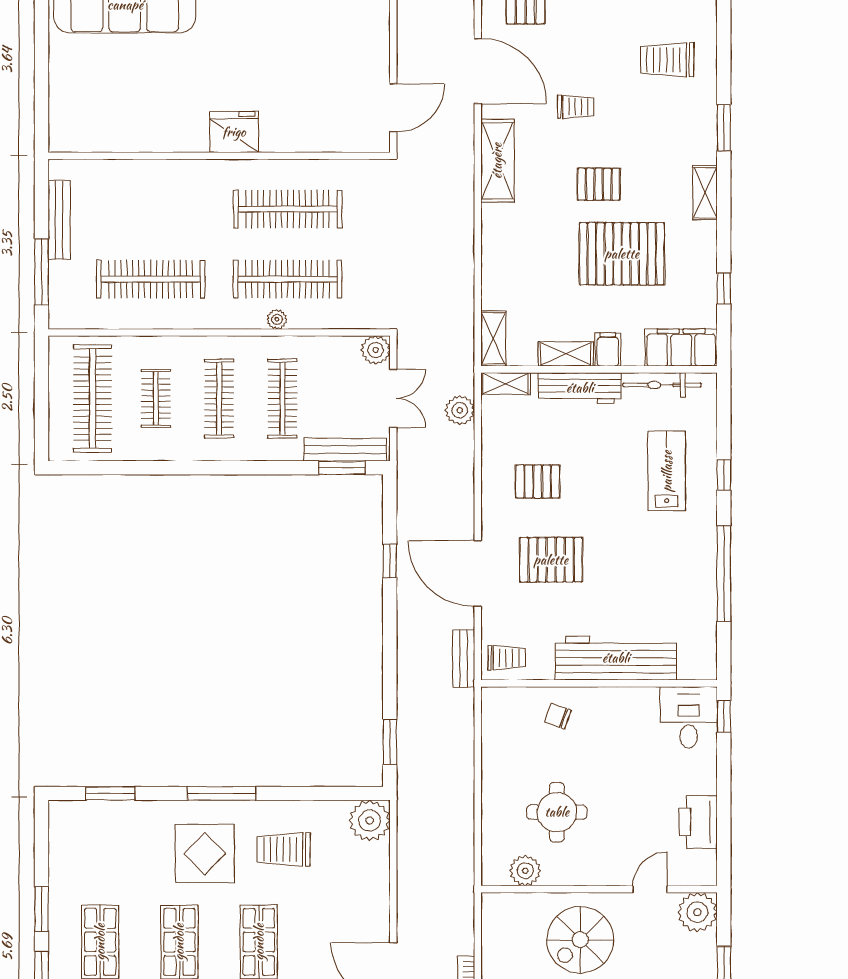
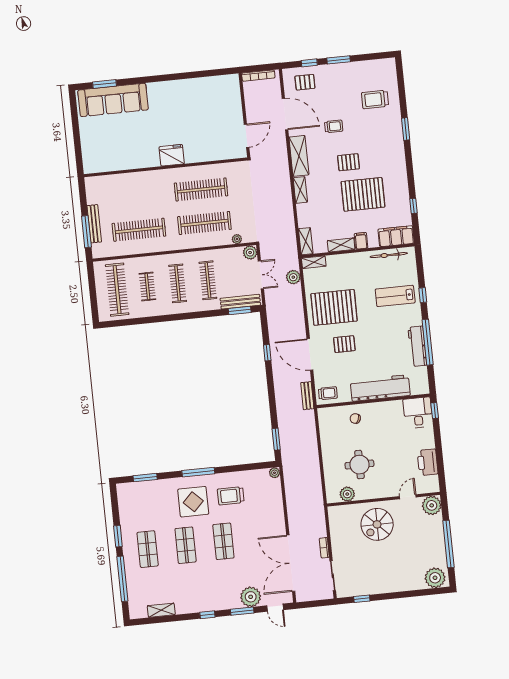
shelving: (705, 193) -> (300, 190), moved
bench: (59, 220) -> (94, 224), moved
plant: (277, 319) -> (237, 239), moved
workbench: (580, 388) -> (417, 346), moved, turned 90
lab bench: (667, 471) -> (395, 296), turned -90
pallet: (538, 482) -> (334, 307), width x2.05, depth x2.00
pallet: (551, 560) -> (344, 344), width x0.67, depth x0.71
plant: (370, 821) -> (275, 473), width x0.53, depth x0.53

